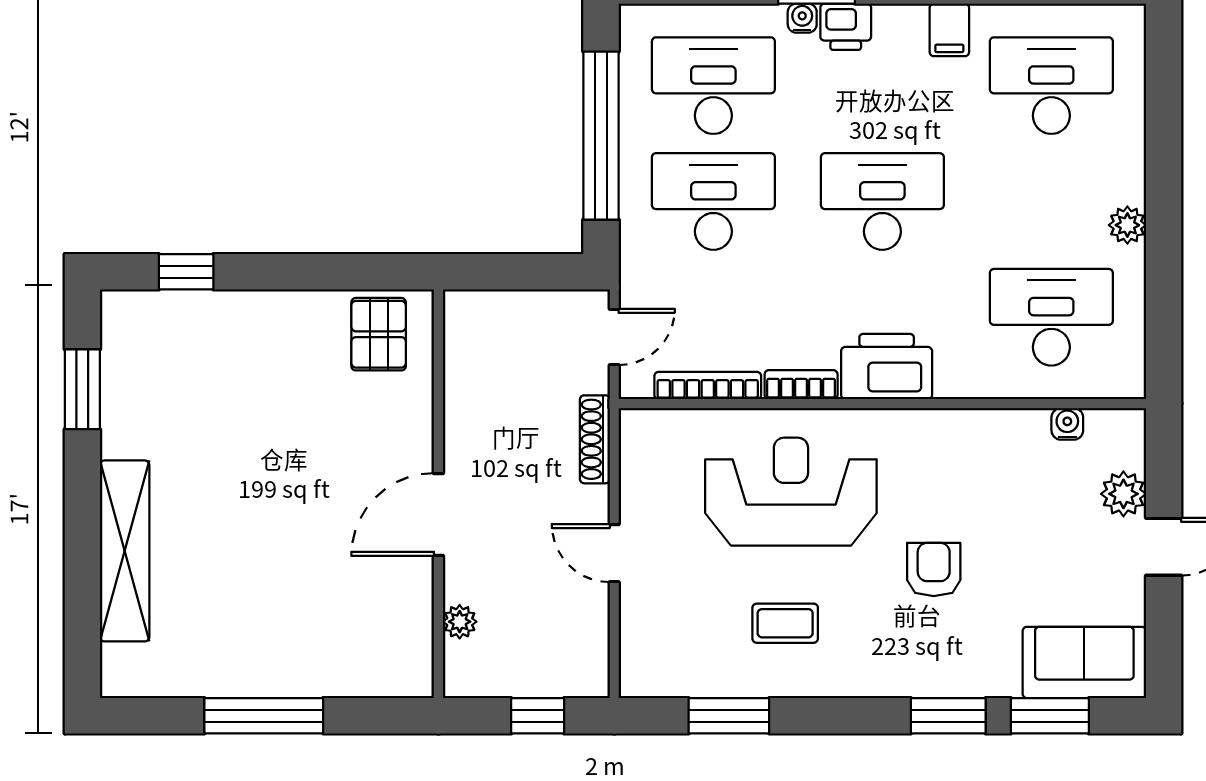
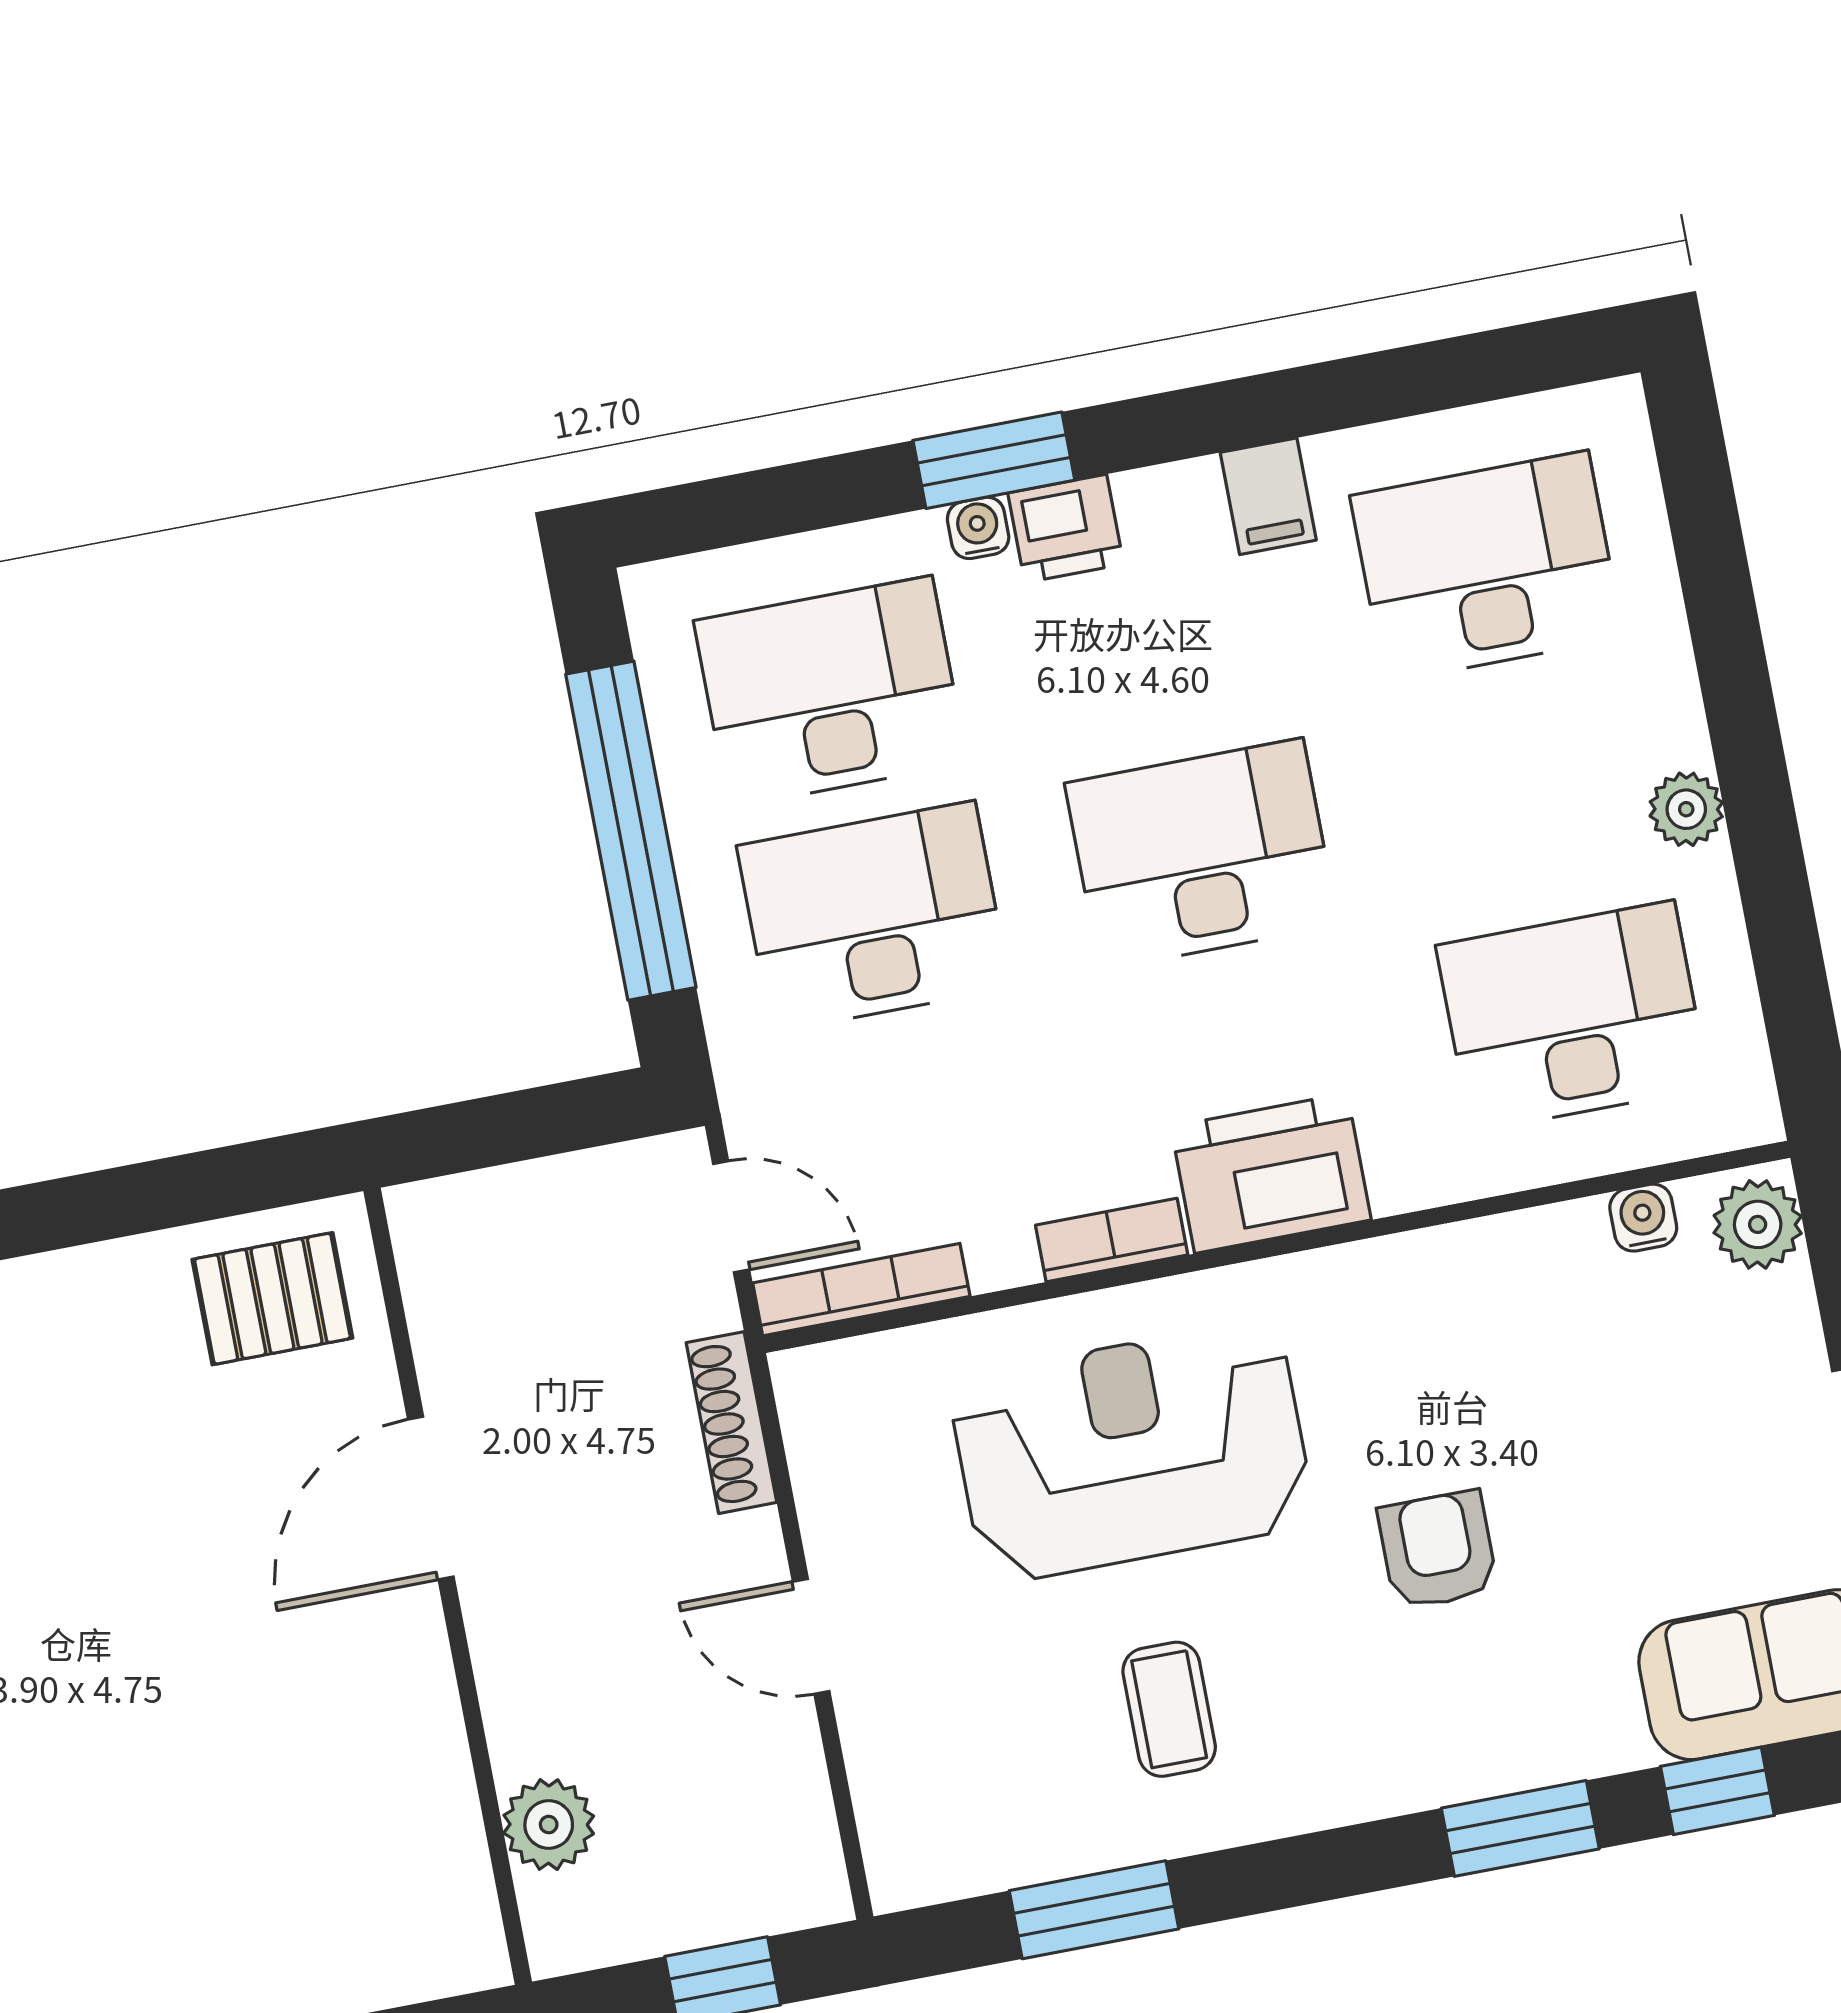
pallet: (379, 334) -> (272, 1299), turned 90
door: (614, 337) -> (731, 1217), hinge flipped
bookcase: (708, 386) -> (861, 1290), moved
plant: (1123, 494) -> (1758, 1224), moved
door: (438, 514) -> (431, 1498), moved
plant: (460, 622) -> (549, 1825), width x1.38, depth x1.38
coffee table: (785, 623) -> (1169, 1709), turned 90
window: (1050, 716) -> (1717, 1791), width x0.67

